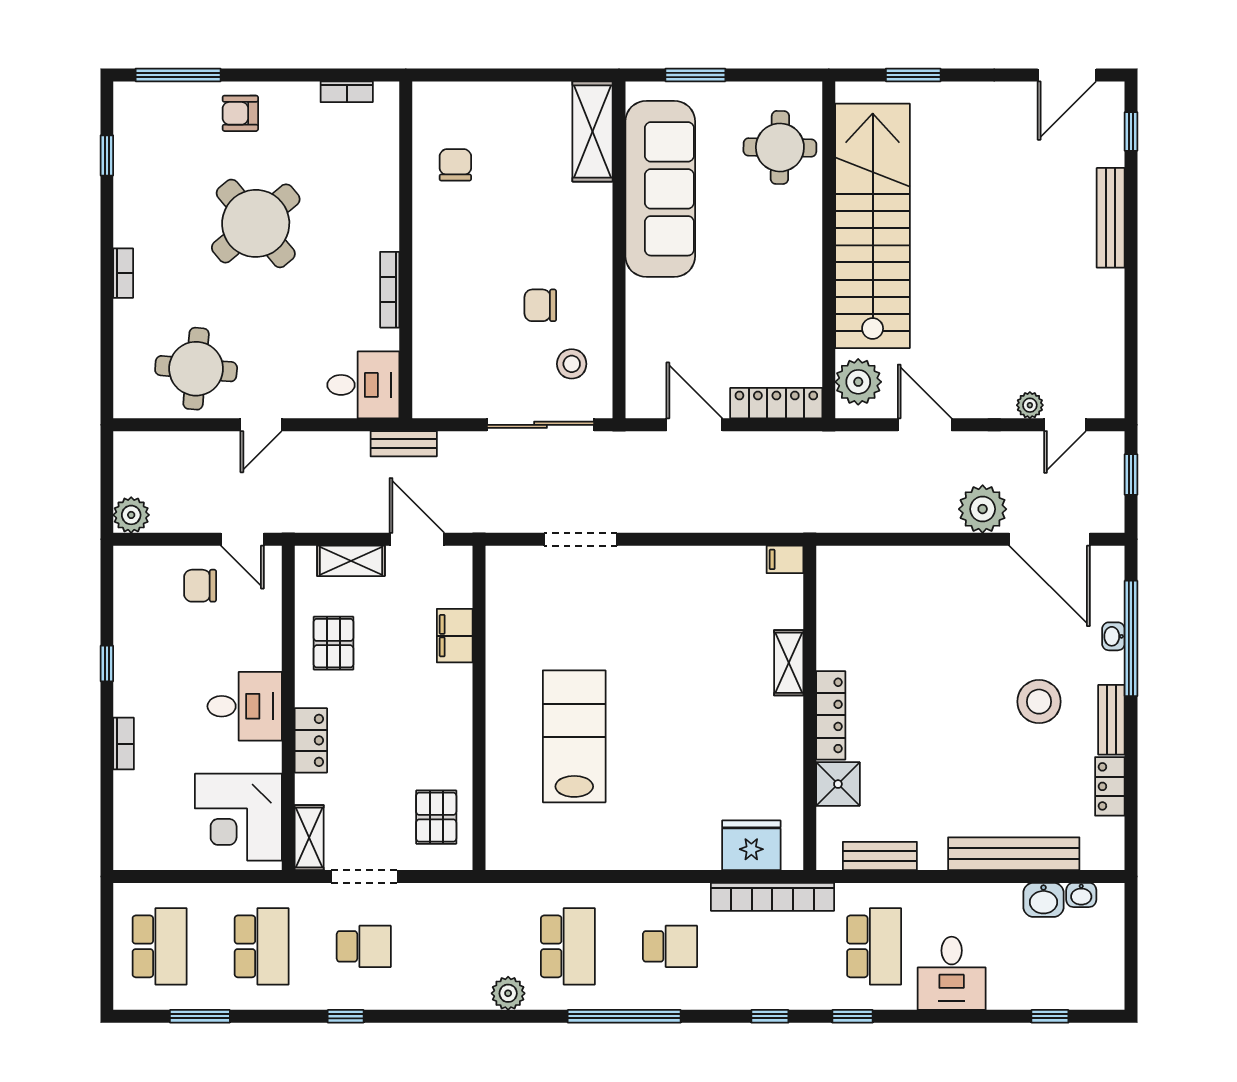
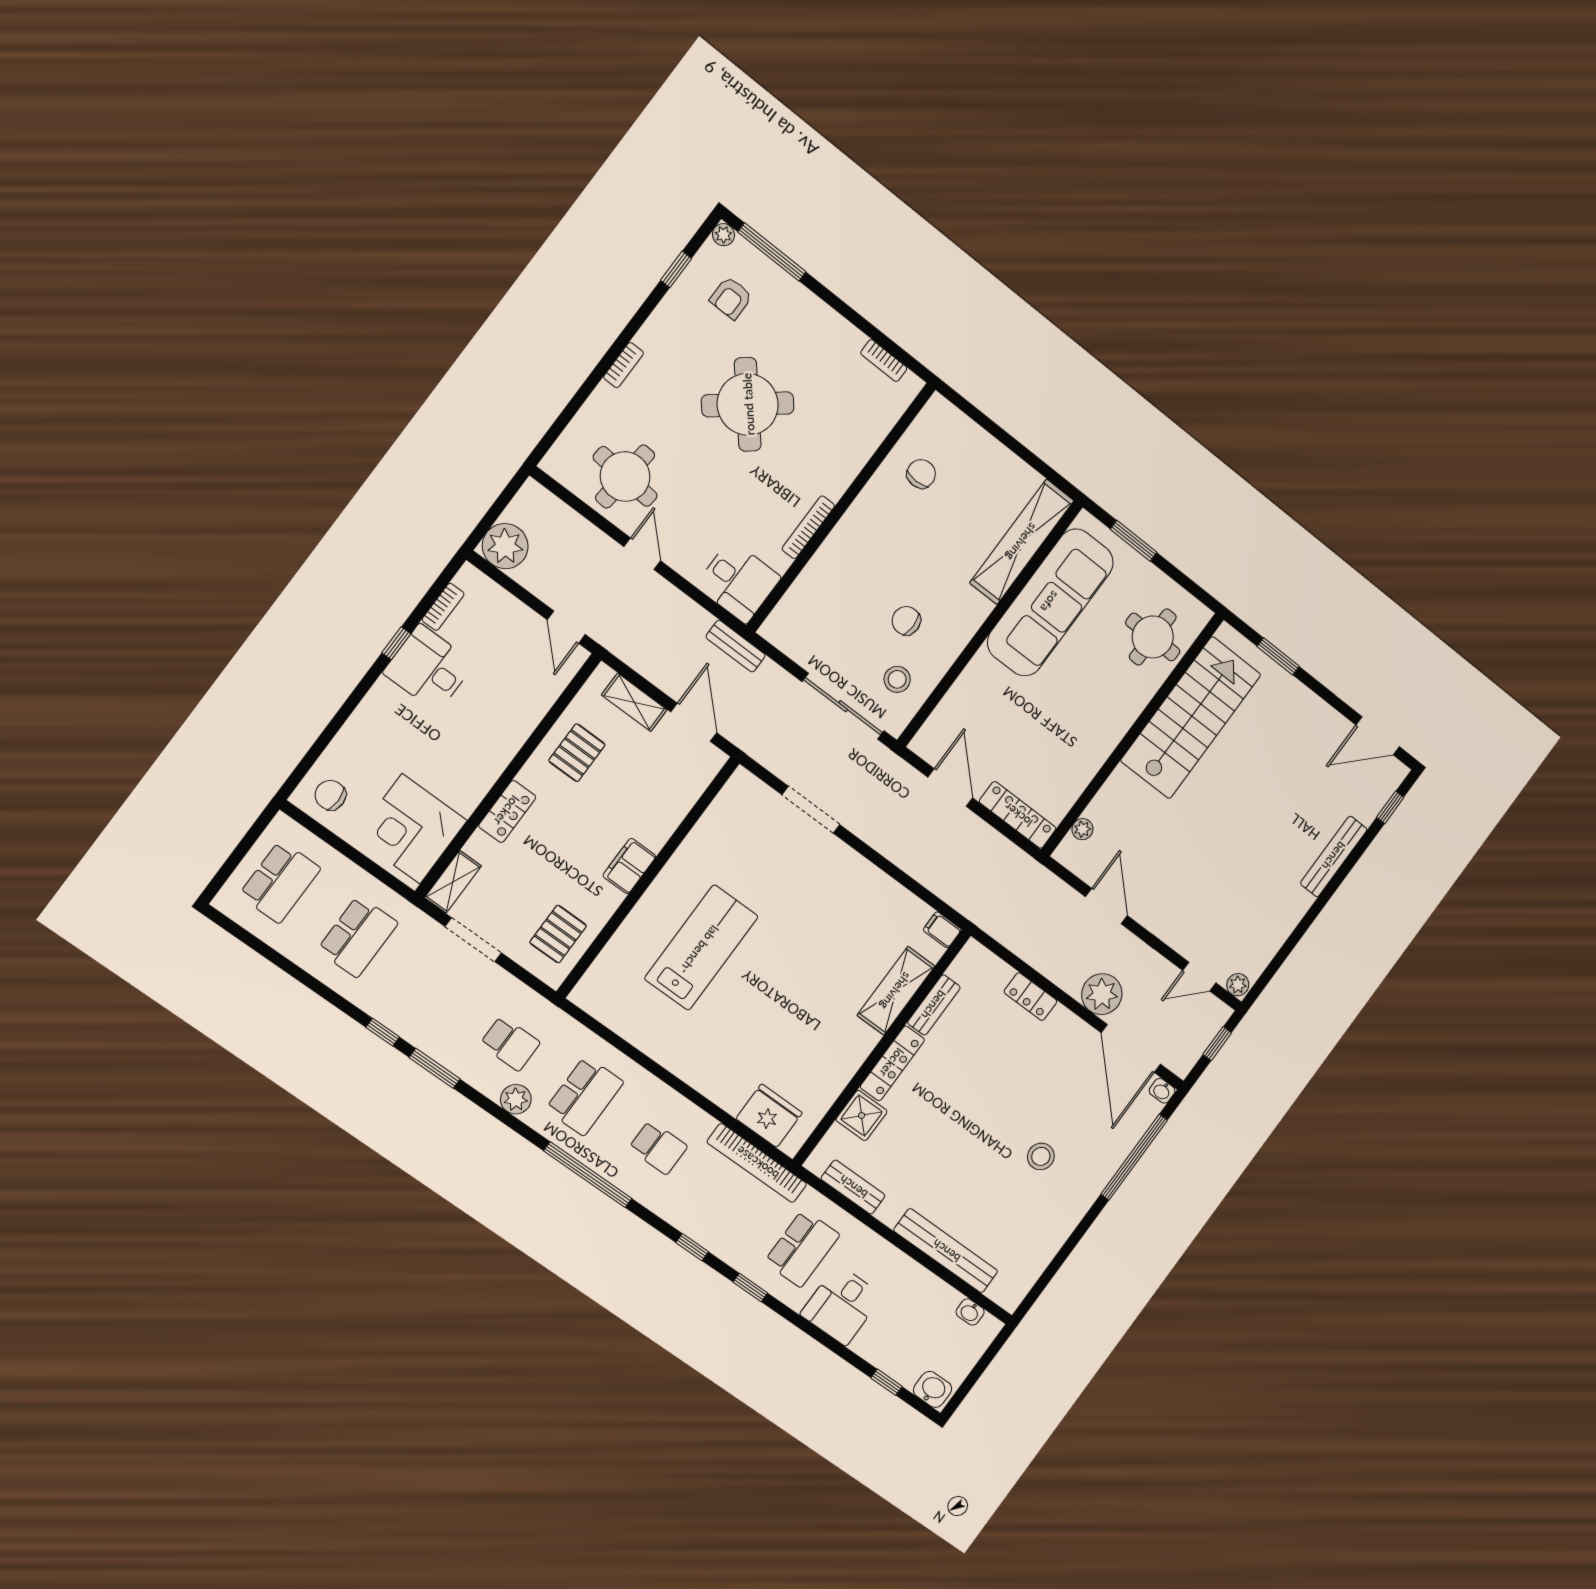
plant: (125, 93) -> (723, 235), added
armchair: (240, 113) -> (731, 298), moved, turned -90
shelving: (593, 131) -> (1022, 542), width x1.47
stairs: (873, 226) -> (1191, 718), width x0.73
plant: (858, 382) -> (1082, 829), width x0.53, depth x0.53
plant: (1030, 405) -> (1238, 985), moved
door: (261, 425) -> (642, 554), swing flipped
plant: (131, 515) -> (505, 546), width x1.36, depth x1.36
chair: (200, 586) -> (330, 795), moved
filing cabinet: (455, 636) -> (629, 866), moved
washbasin: (1113, 636) -> (1162, 1091), moved, turned -90
shelving: (789, 663) -> (896, 991), width x1.50, depth x1.33
stool: (1039, 702) -> (1041, 1156), width x0.73, depth x0.73
desk: (245, 706) -> (429, 668), moved, turned 180
bench: (1111, 720) -> (934, 1005), moved
bookcase: (124, 744) -> (443, 607), moved
locker: (1110, 786) -> (1030, 997), moved, turned -90
washbasin: (1043, 900) -> (933, 1389), moved, turned 180
school desk: (364, 946) -> (510, 1043), moved
window: (200, 1016) -> (435, 1068), moved

